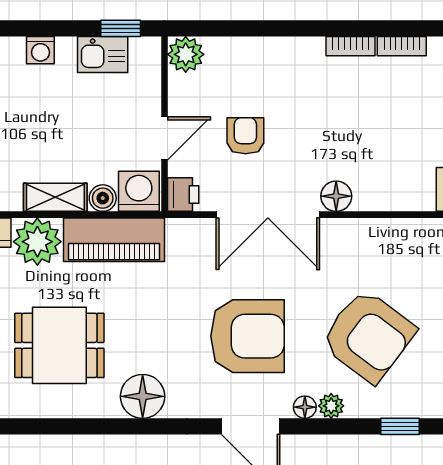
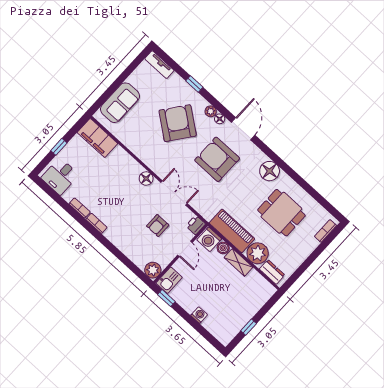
kitchen sink: (103, 55) -> (169, 280), moved, turned 90
door: (165, 138) -> (185, 249), swing flipped
double door: (268, 215) -> (174, 193), width x0.73

